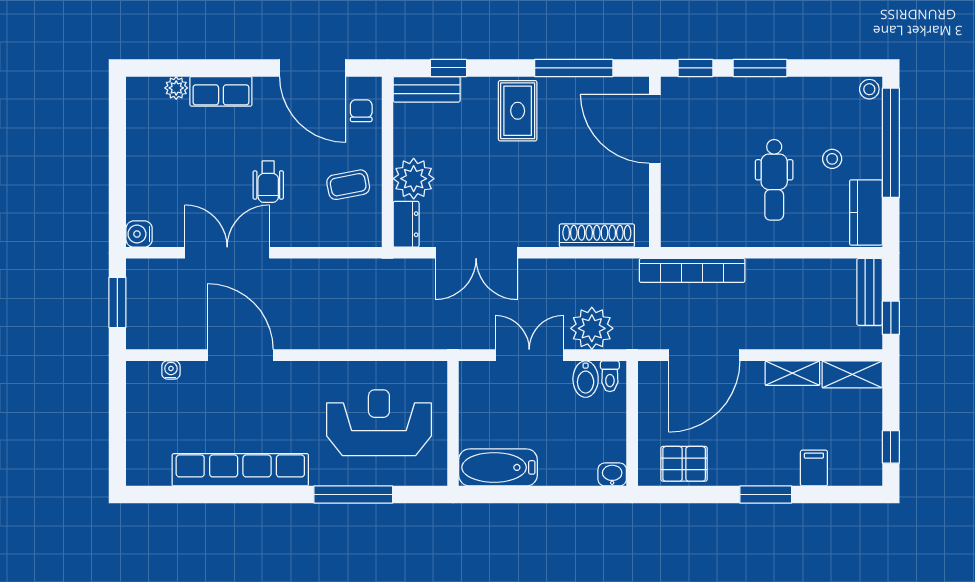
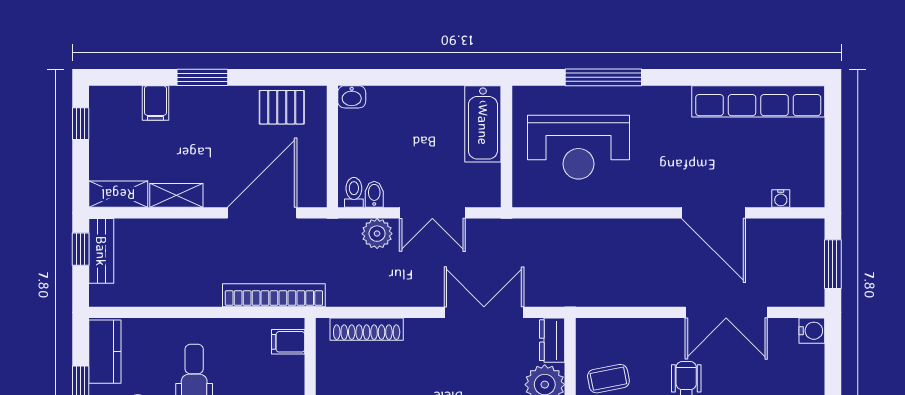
filing cabinet: (678, 223) -> (288, 342), added
bench: (870, 292) -> (101, 251), moved
plant: (592, 328) -> (377, 234), width x0.73, depth x0.73
bidet: (586, 379) -> (374, 194), width x0.72, depth x0.74
bathtub: (498, 467) -> (483, 124), moved, turned 90
row of seats: (240, 470) -> (758, 101), moved

